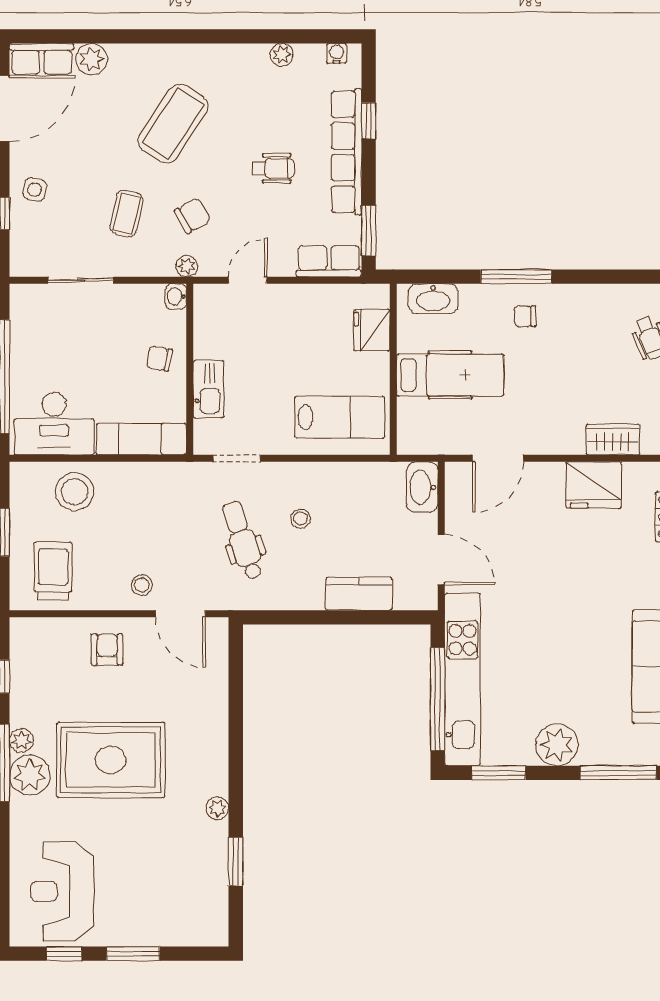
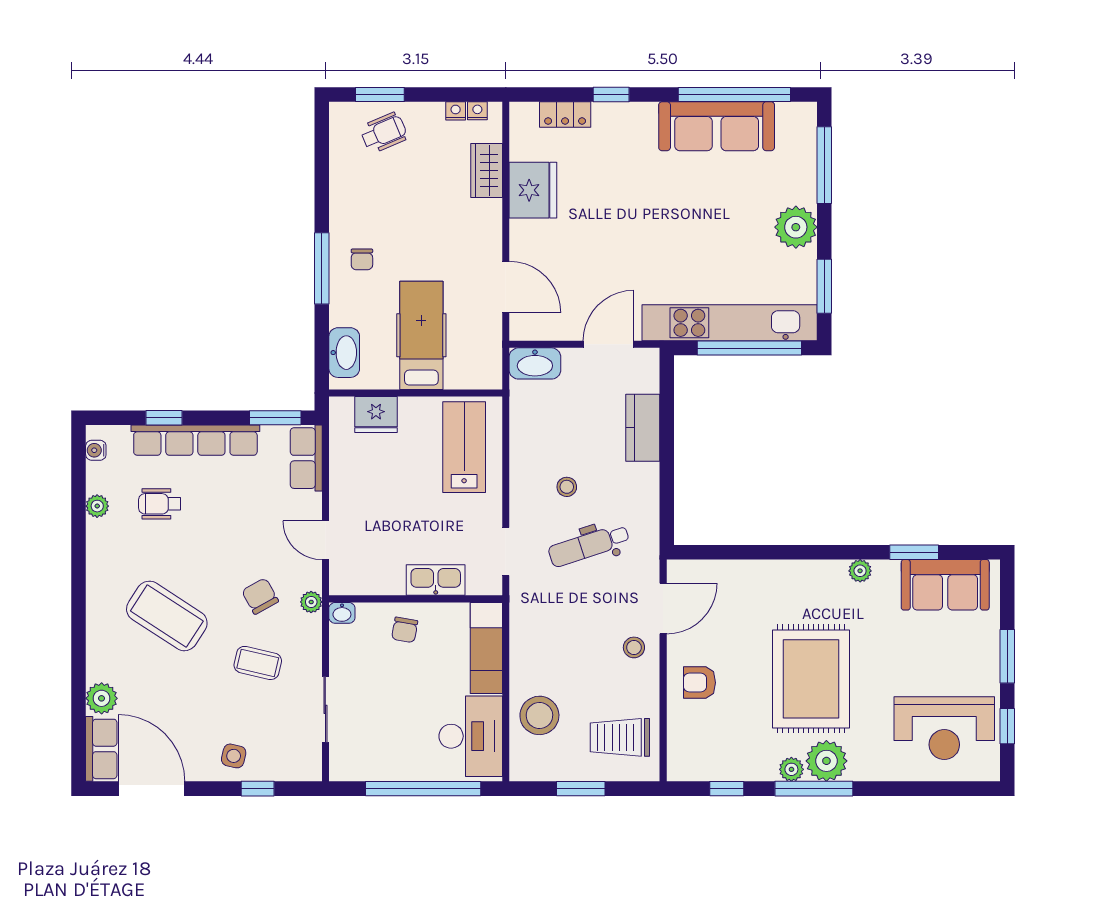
wheelchair: (273, 168) -> (160, 504), moved, turned -90
sofa: (204, 892) -> (945, 585), added

